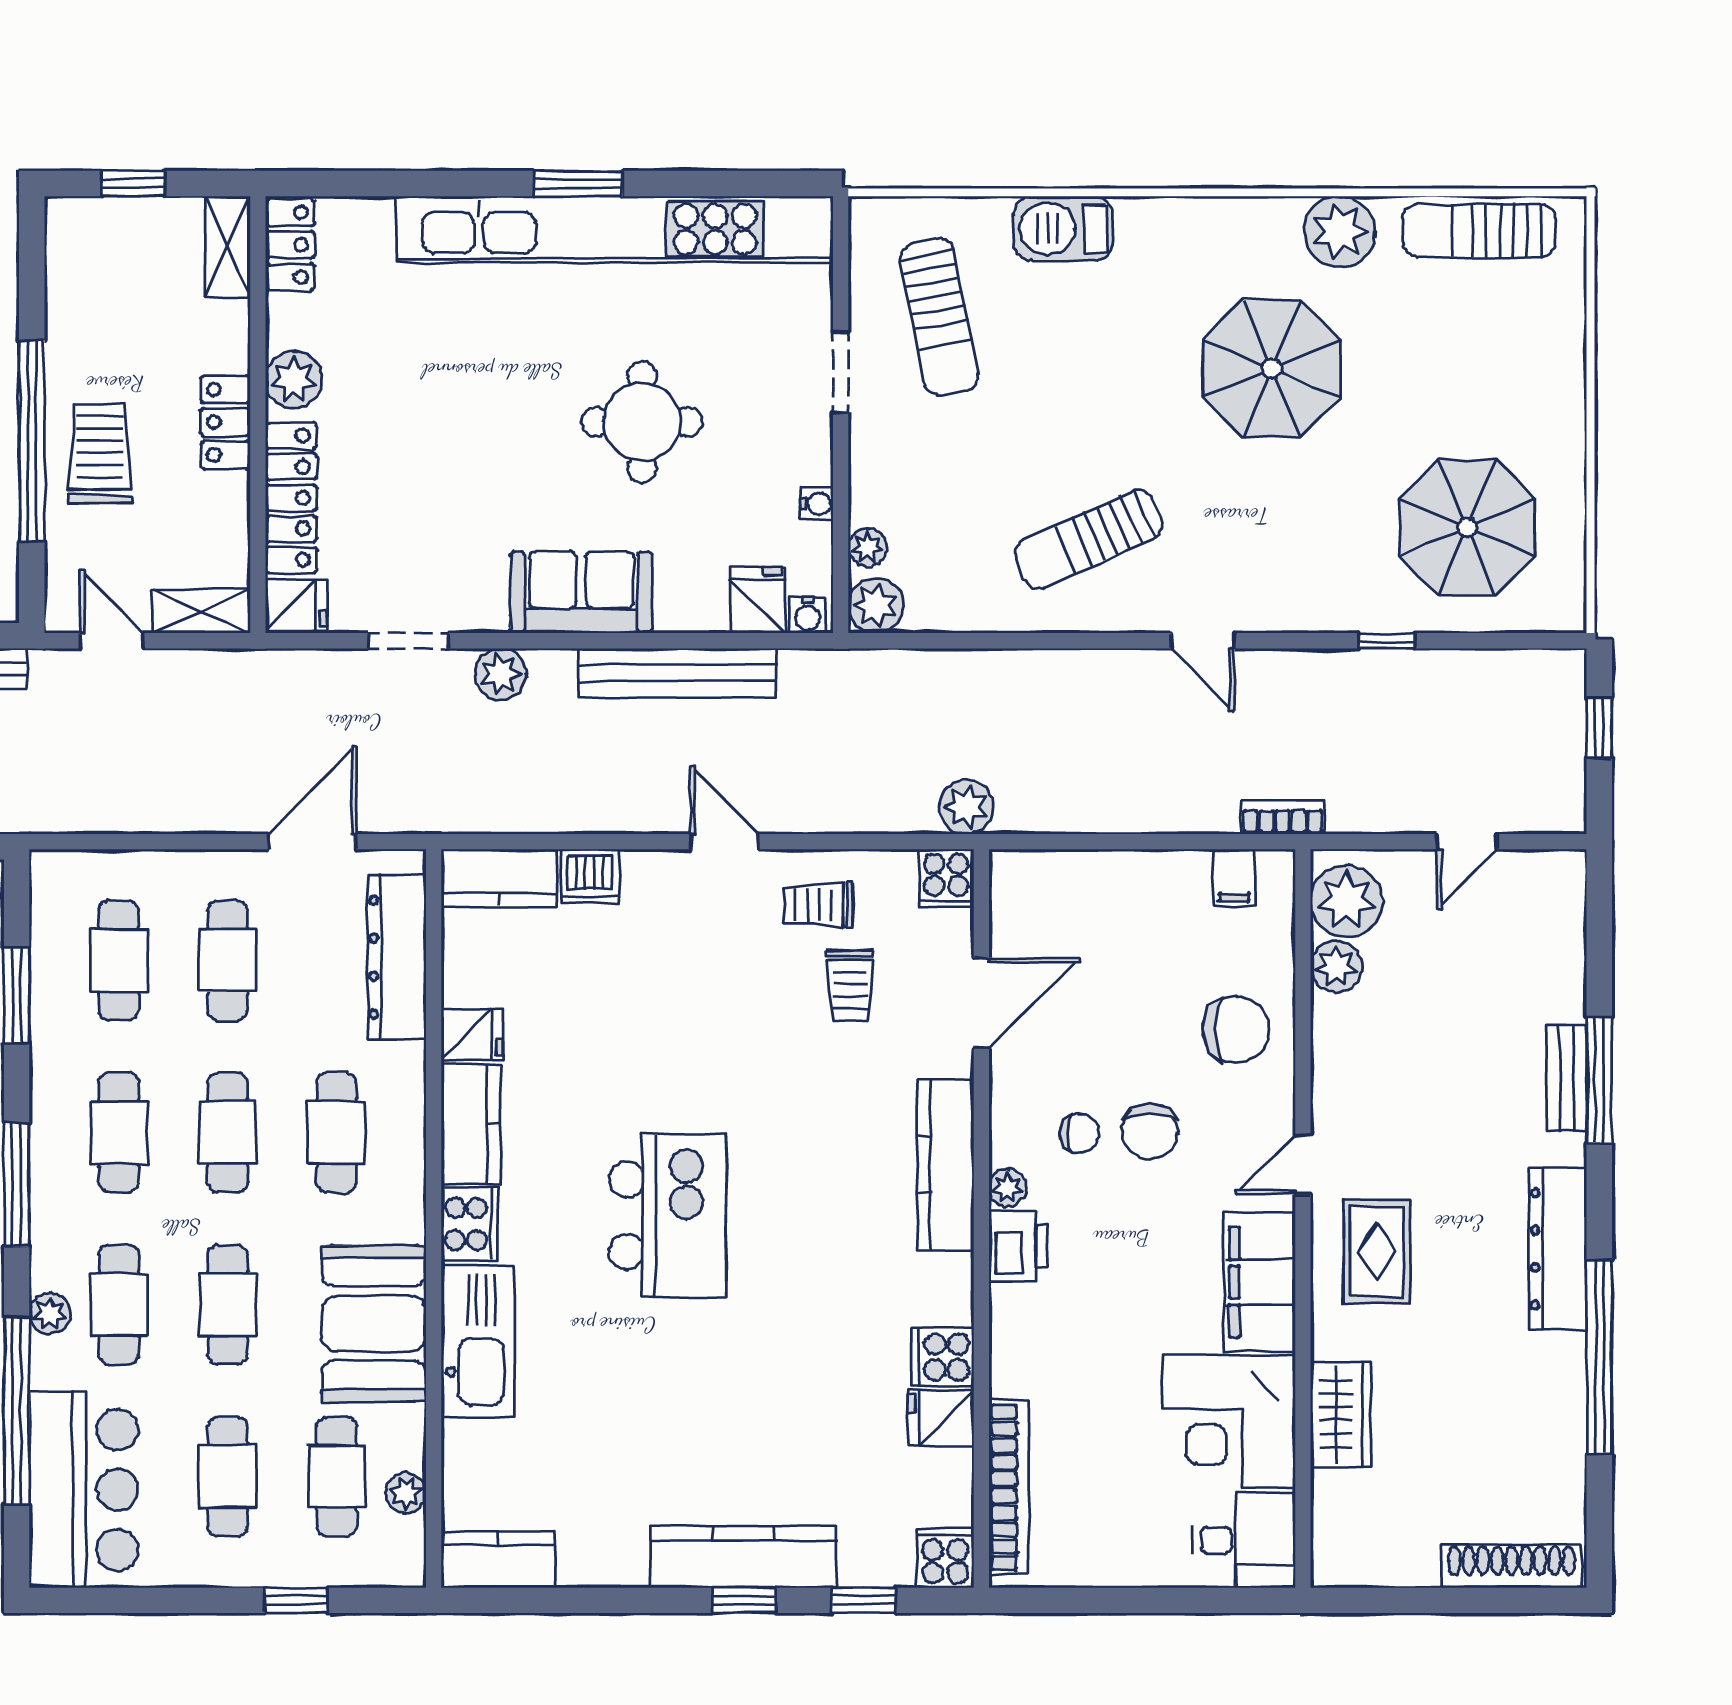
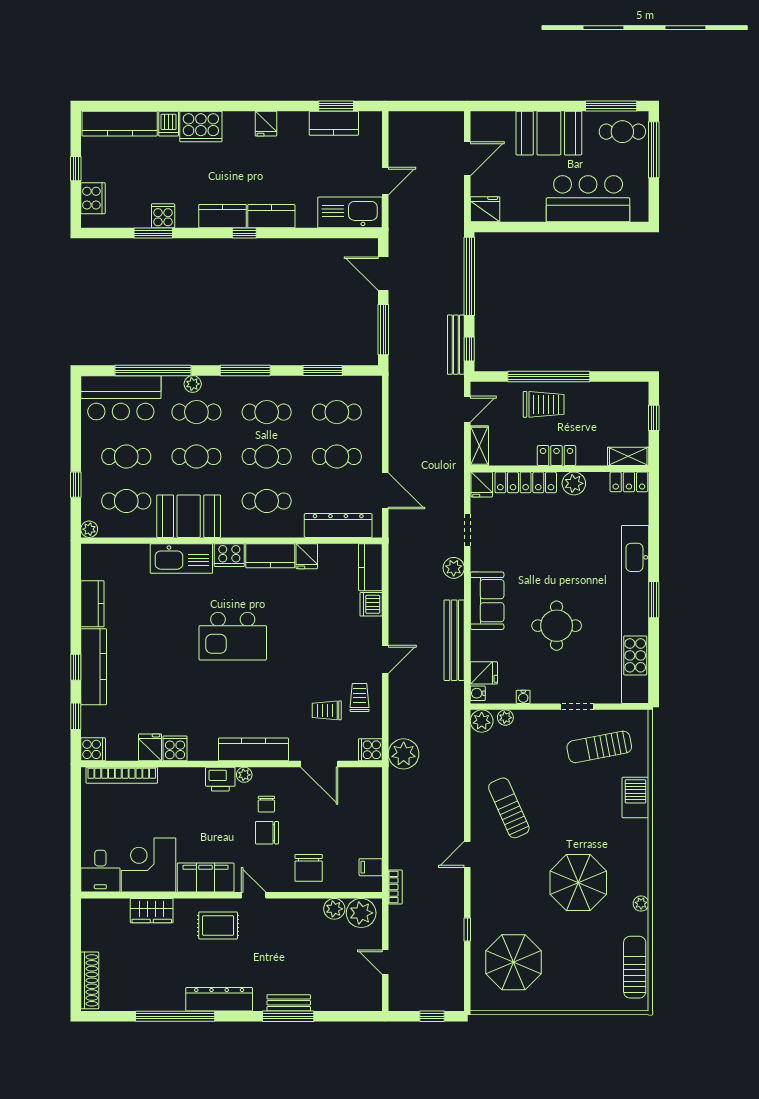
plant: (1340, 232) -> (641, 904), width x0.53, depth x0.53
plant: (966, 807) -> (404, 754), width x1.36, depth x1.36
plant: (406, 1493) -> (89, 529), moved
kitchen counter: (498, 1559) -> (92, 604), moved

